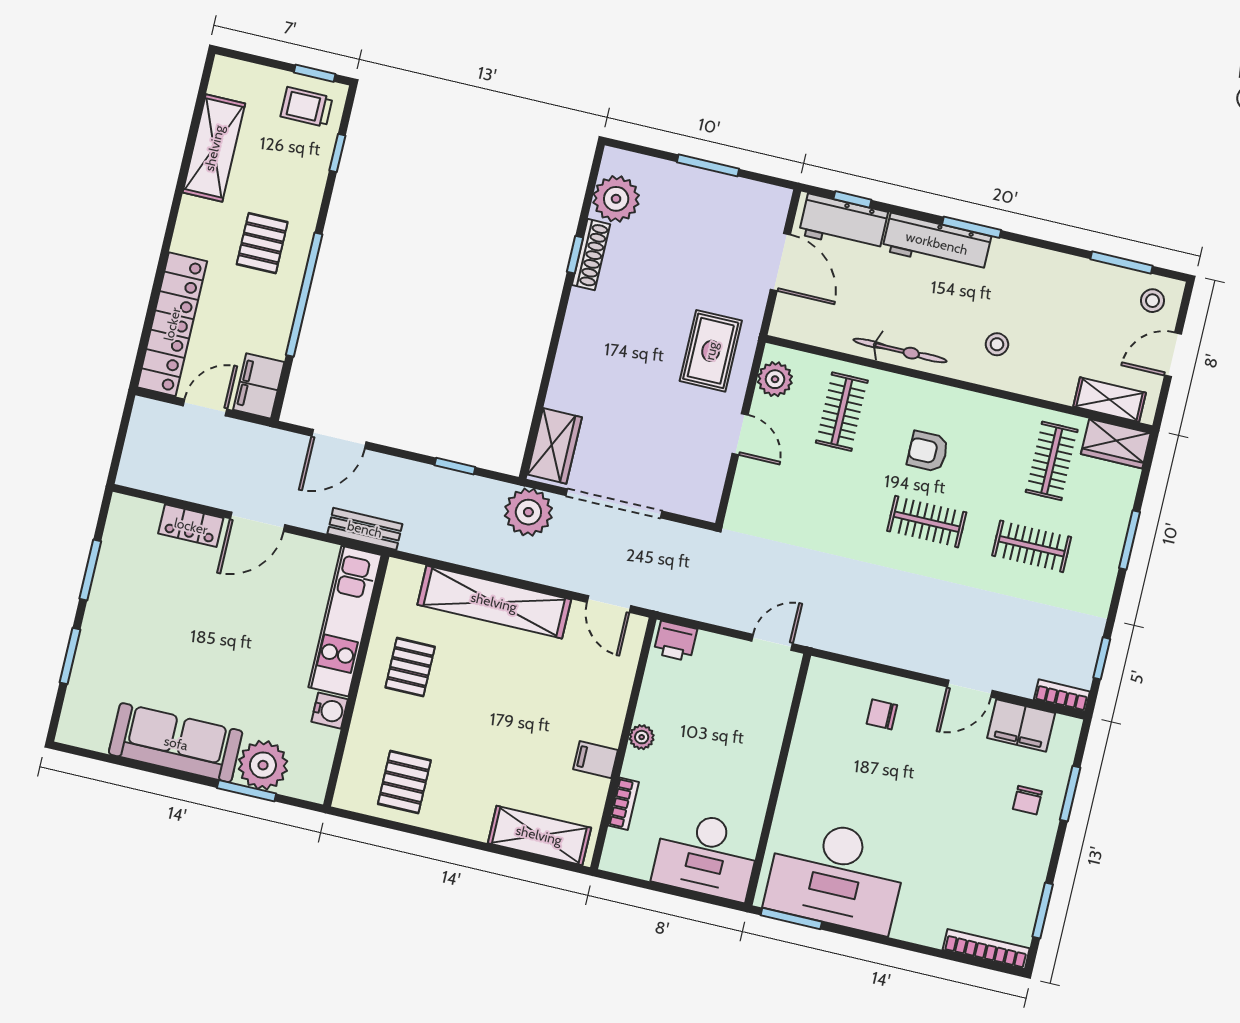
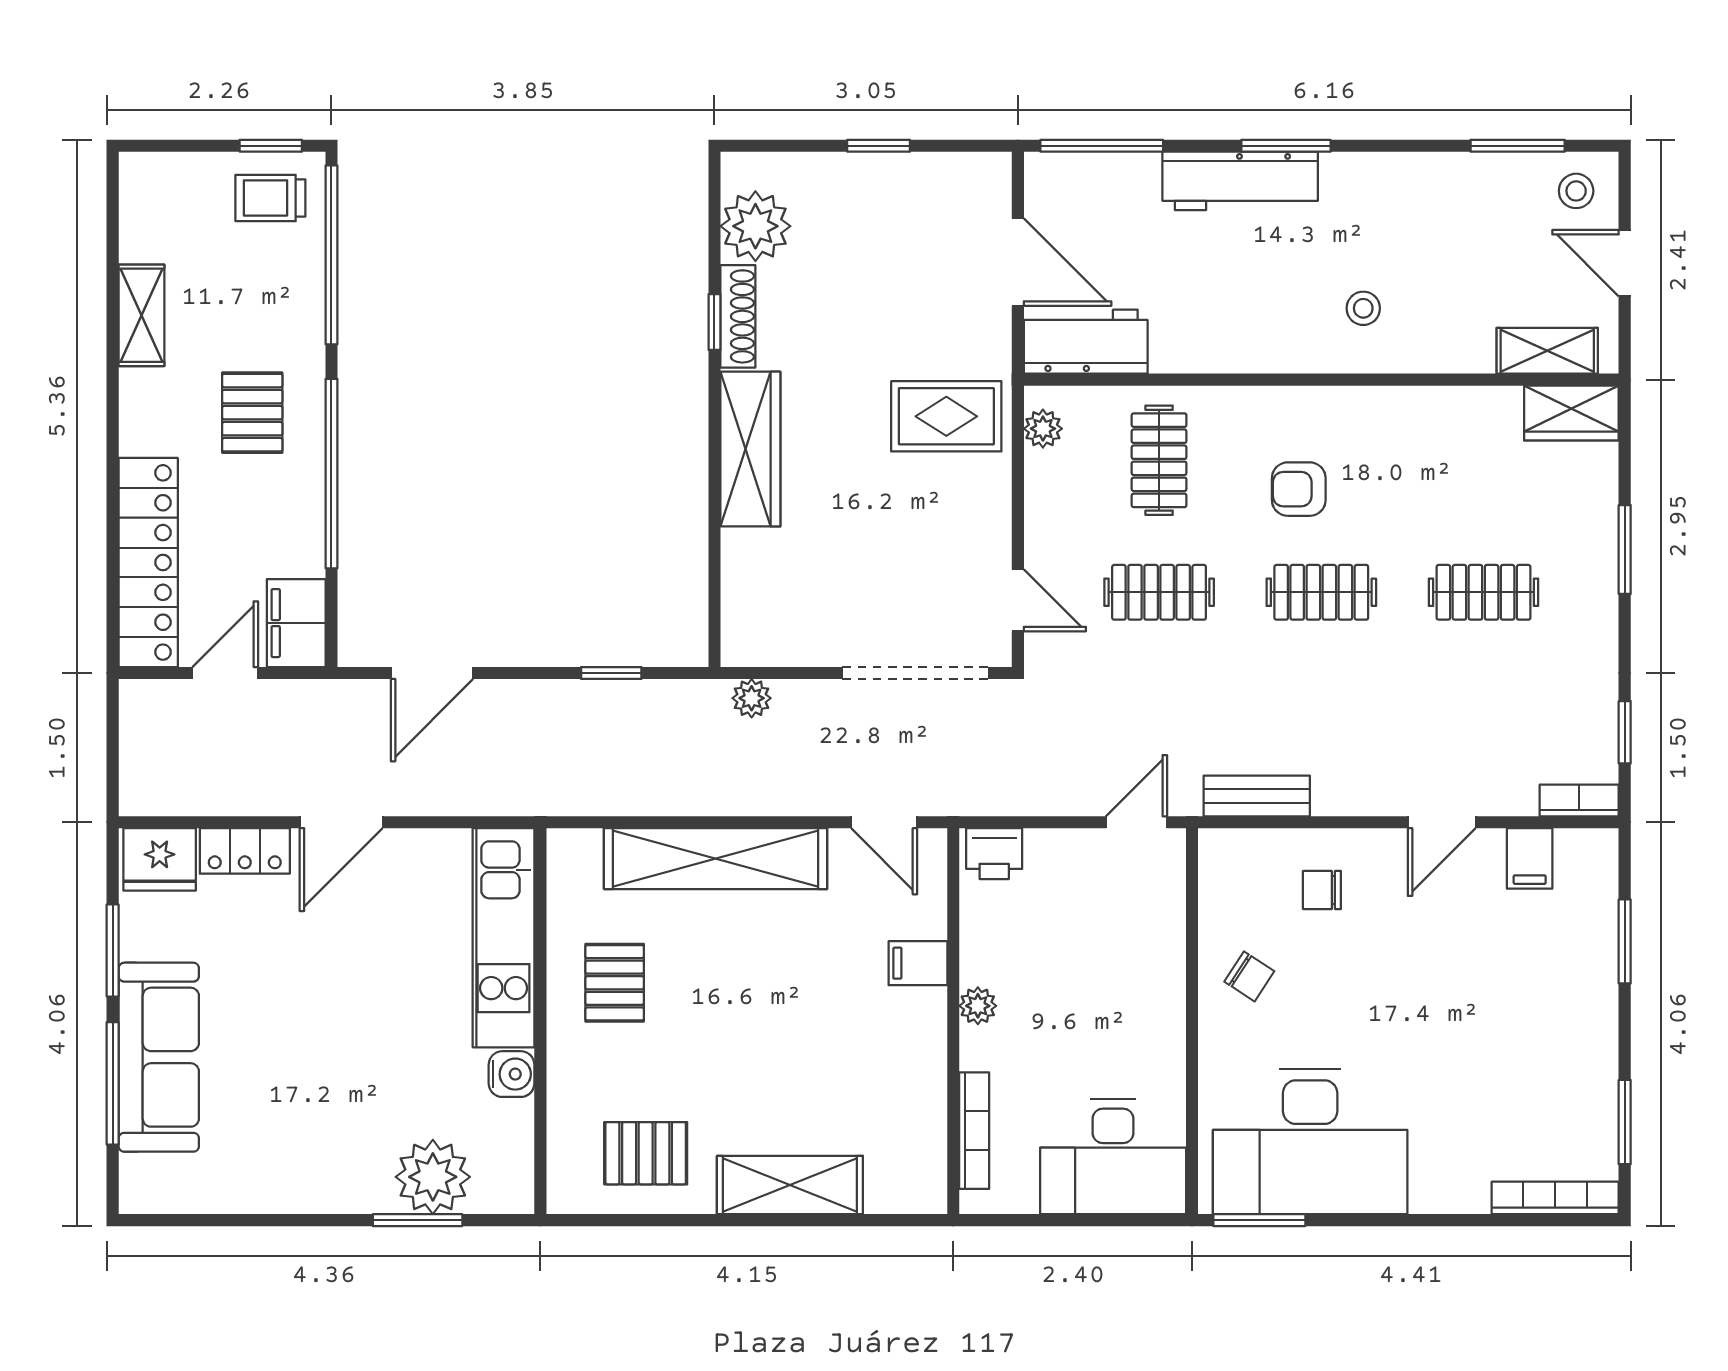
shelving: (214, 148) -> (141, 315), width x0.67, depth x0.75
window: (337, 153) -> (331, 255), width x3.17
window: (708, 165) -> (879, 146), width x0.67
window: (852, 199) -> (1102, 146), width x2.17
workbench: (843, 223) -> (1086, 342), moved, turned 180
rug: (711, 351) -> (946, 416), turned 90
bicycle: (900, 351) -> (1223, 351), removed
door: (1173, 355) -> (1625, 263), hinge flipped
plant: (775, 379) -> (1043, 429), width x0.73, depth x0.73
door: (740, 434) -> (1018, 600), moved
wardrobe: (555, 446) -> (750, 449), moved, width x1.50
clothes rail: (1052, 461) -> (1159, 592), moved, turned 90
doorway: (614, 503) -> (916, 673), moved
plant: (528, 512) -> (752, 698), width x0.53, depth x0.53
fridge: (134, 518) -> (160, 859), added
bench: (365, 529) -> (1257, 796), moved
window: (70, 656) -> (113, 1083), width x1.44
filing cabinet: (1021, 725) -> (1530, 858), width x0.50
sofa: (176, 743) -> (159, 1057), moved, turned 90
filing cabinet: (595, 760) -> (918, 963), moved
pallet: (404, 782) -> (646, 1153), turned 90
chair: (1027, 800) -> (1249, 976), moved, turned -57
bookcase: (624, 804) -> (974, 1131), width x1.56
shelving: (539, 835) -> (790, 1185), moved

